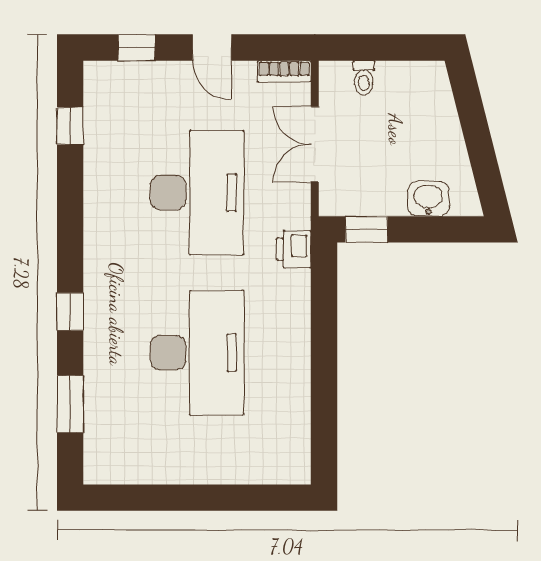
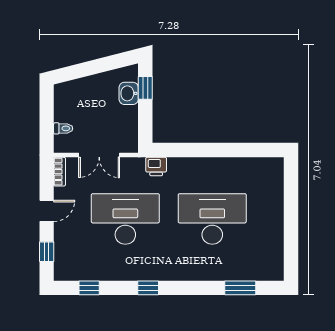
window: (367, 229) -> (145, 88), moved
window: (70, 312) -> (148, 288), moved

